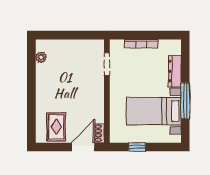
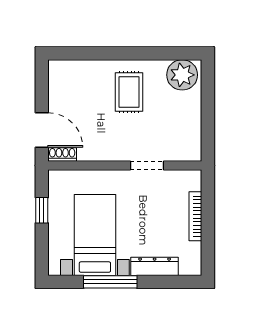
plant: (41, 57) -> (182, 75), width x1.88, depth x1.88
doorway: (107, 64) -> (147, 165), moved
rug: (56, 127) -> (129, 92), moved, turned 90

